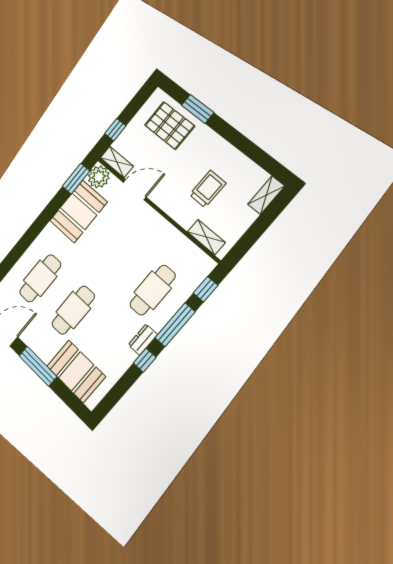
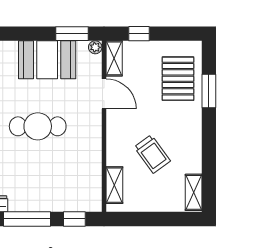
plant: (99, 177) -> (95, 47), width x0.53, depth x0.53
trolley: (208, 189) -> (152, 154), turned 53
shelving: (266, 195) -> (194, 192), moved, turned 90
cafe table: (153, 290) -> (38, 126), moved

